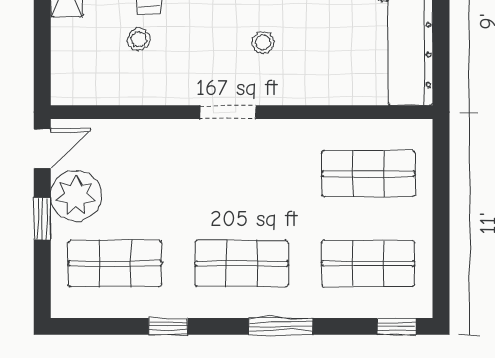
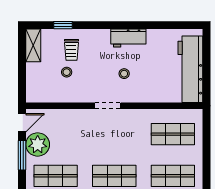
window: (42, 219) -> (22, 155), width x1.50

